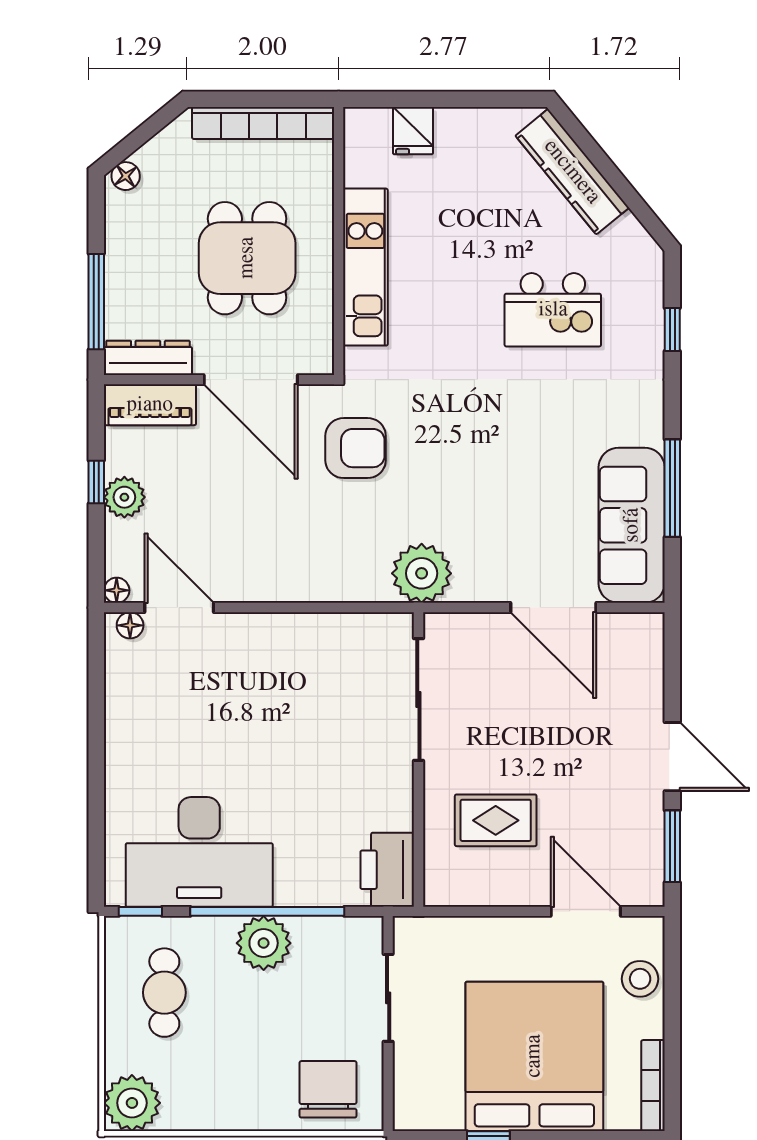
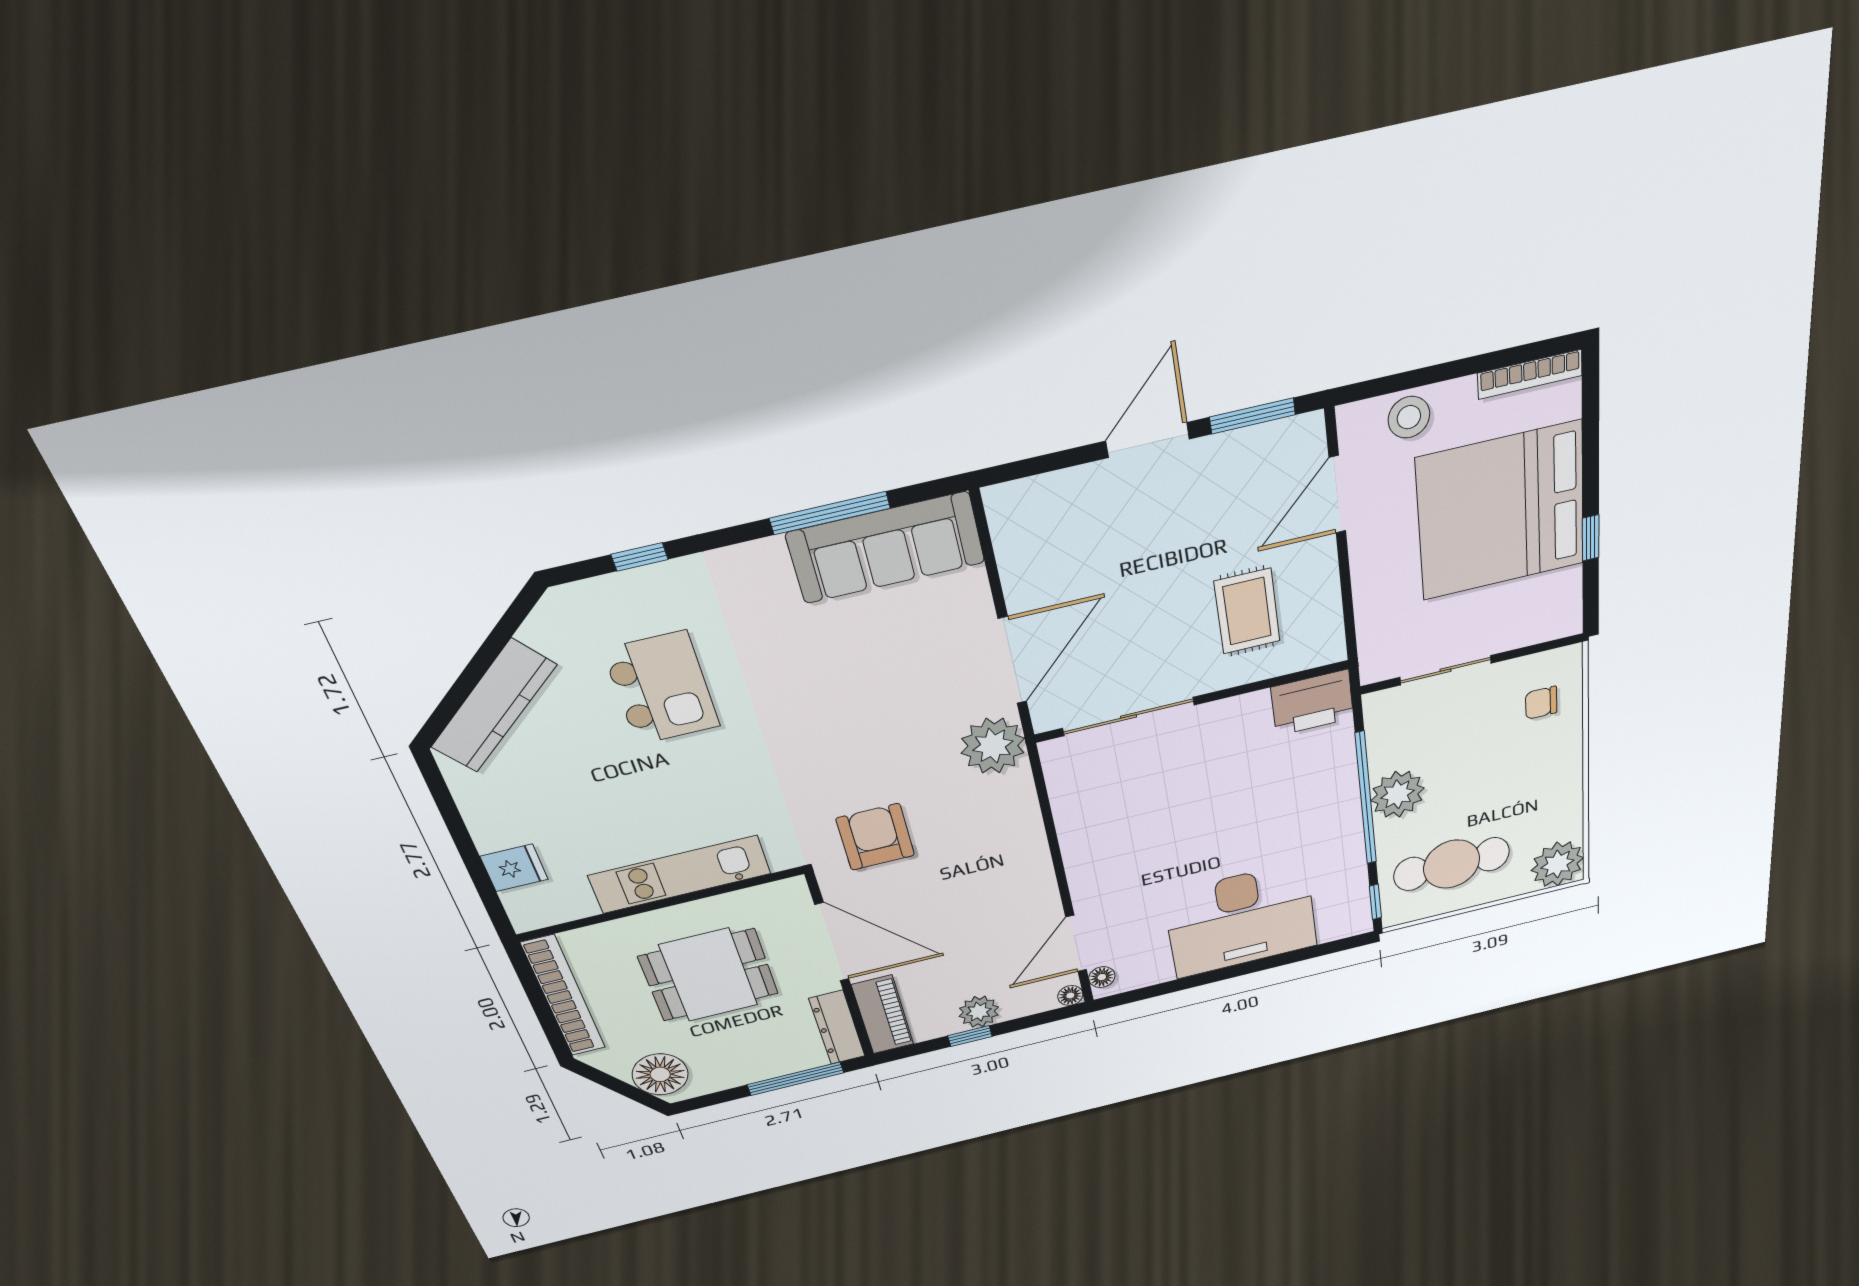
floor lamp: (126, 176) -> (660, 1074), width x1.89, depth x1.89
door: (251, 380) -> (832, 942), hinge flipped
door: (553, 608) -> (1012, 660), moved
desk: (199, 852) -> (1241, 920), moved, turned 90
cafe table: (164, 993) -> (1452, 864), width x1.37, depth x1.35
chair: (328, 1089) -> (1541, 703), width x0.54, depth x0.54

